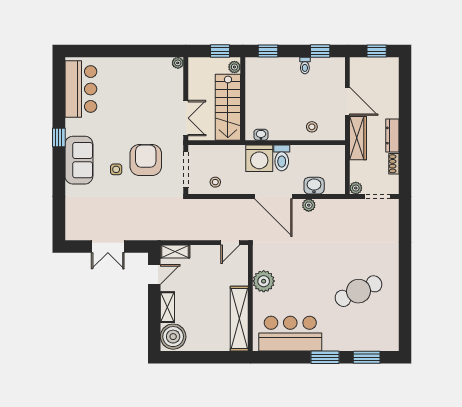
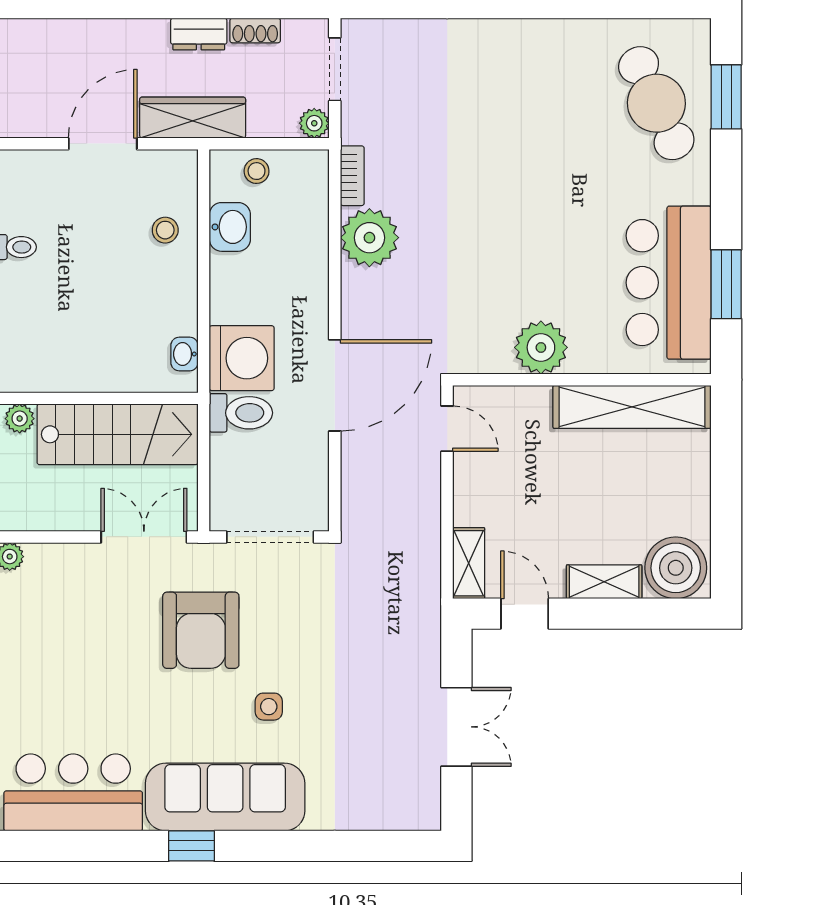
dresser: (392, 136) -> (199, 34), width x0.70
toilet: (282, 158) -> (241, 413), moved
sofa: (79, 160) -> (225, 797), width x1.36
armchair: (146, 160) -> (201, 630), moved, turned -90
stool: (215, 182) -> (257, 171), moved
washbasin: (314, 186) -> (230, 227), moved, turned 180
door: (273, 196) -> (335, 385), moved
bookcase: (334, 204) -> (352, 176), added
plant: (309, 205) -> (369, 238), width x1.87, depth x1.87
cafe table: (359, 291) -> (656, 103), moved
window: (325, 357) -> (726, 284), moved

